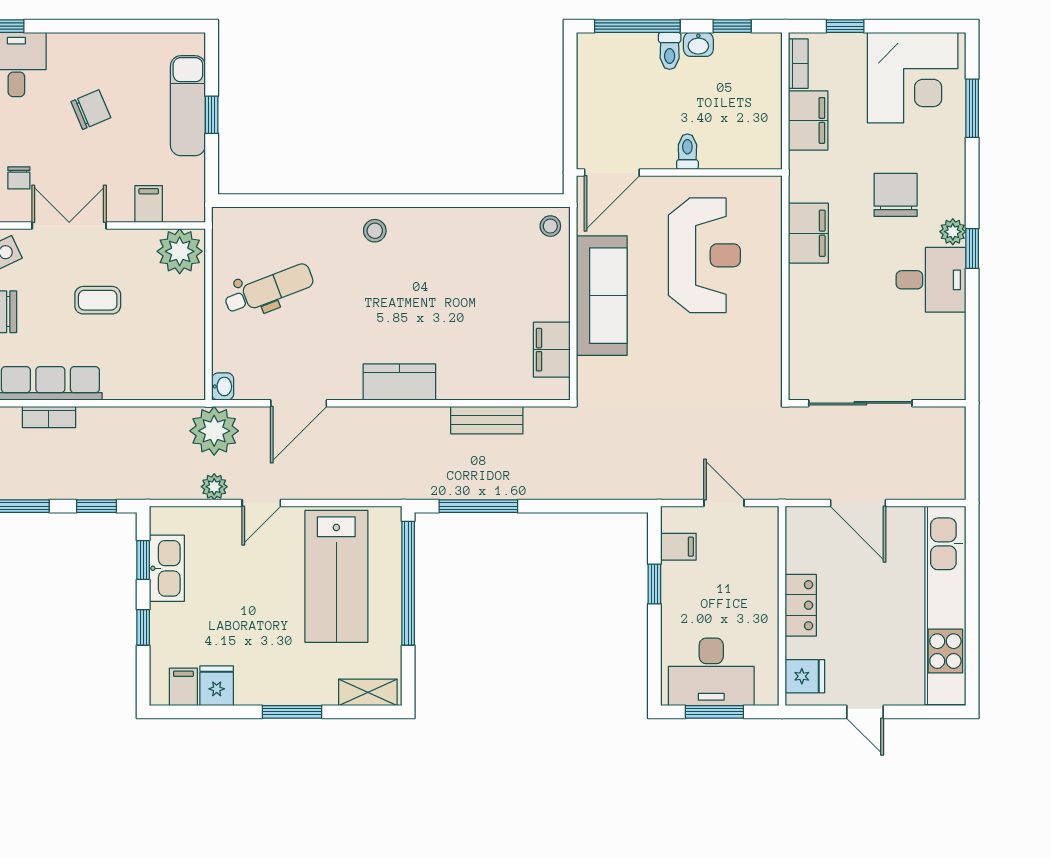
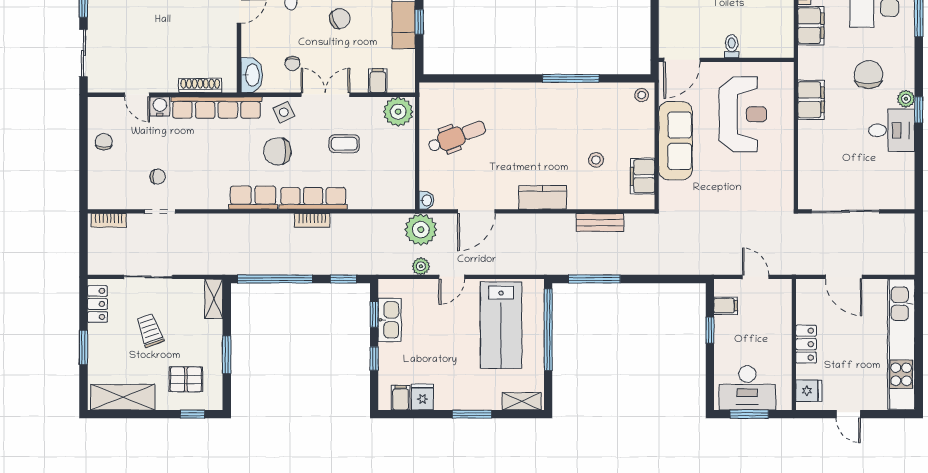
window: (442, 201) -> (571, 78), added
stool: (375, 231) -> (596, 160), moved

